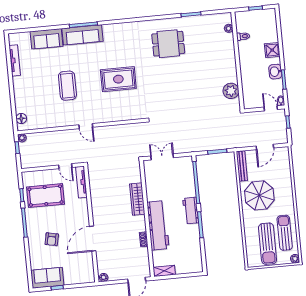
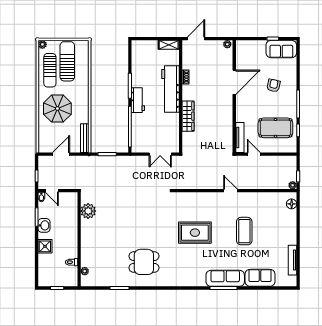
parasol: (259, 195) -> (57, 109), moved

